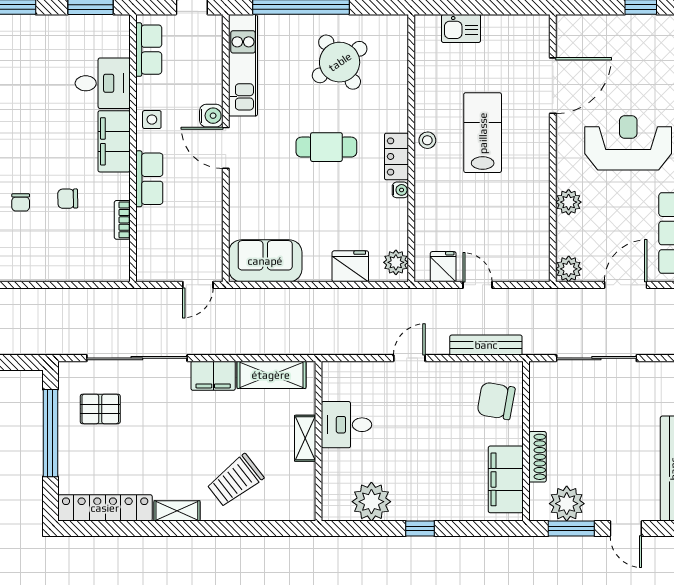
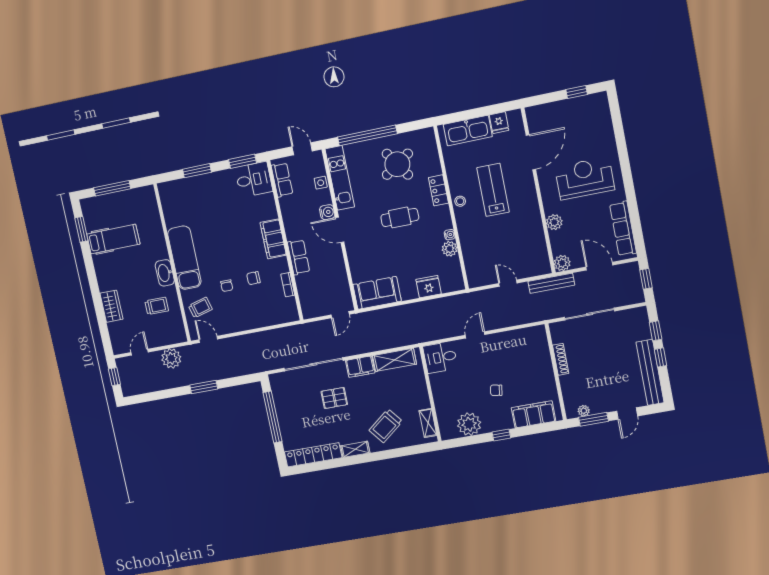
kitchen sink: (461, 28) -> (468, 131), width x1.88, depth x1.24
desk: (103, 83) -> (254, 179), moved
side table: (152, 120) -> (321, 183), moved
locker: (396, 156) -> (438, 190), moved
plant: (396, 262) -> (450, 249), moved
fridge: (443, 267) -> (499, 123), moved, turned 180
door: (626, 285) -> (599, 266), hinge flipped
bench: (486, 345) -> (551, 283), moved
chair: (496, 401) -> (496, 390), moved, width x0.54, depth x0.54
pallet: (100, 409) -> (334, 398), moved
desk: (346, 425) -> (440, 357), moved
shelving: (305, 438) -> (428, 423), moved
shoe rack: (538, 457) -> (561, 359), moved
filing cabinet: (506, 479) -> (534, 414), moved, turned 90
plant: (567, 504) -> (584, 411), width x0.53, depth x0.53
door: (626, 528) -> (627, 414), hinge flipped

